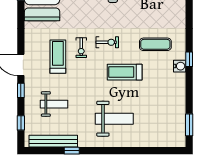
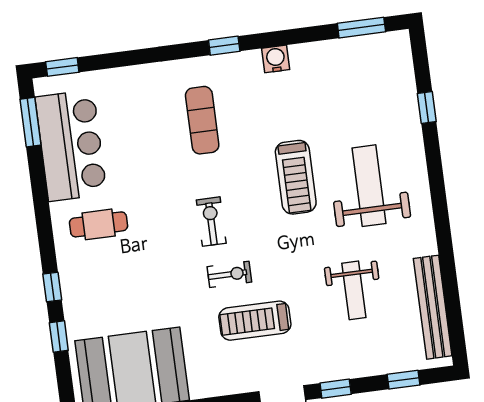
water cooler: (180, 66) -> (276, 59), moved
treadmill: (125, 72) -> (296, 177), moved
weight bench: (54, 104) -> (354, 290), moved, turned 180
window: (72, 151) -> (427, 108), moved

